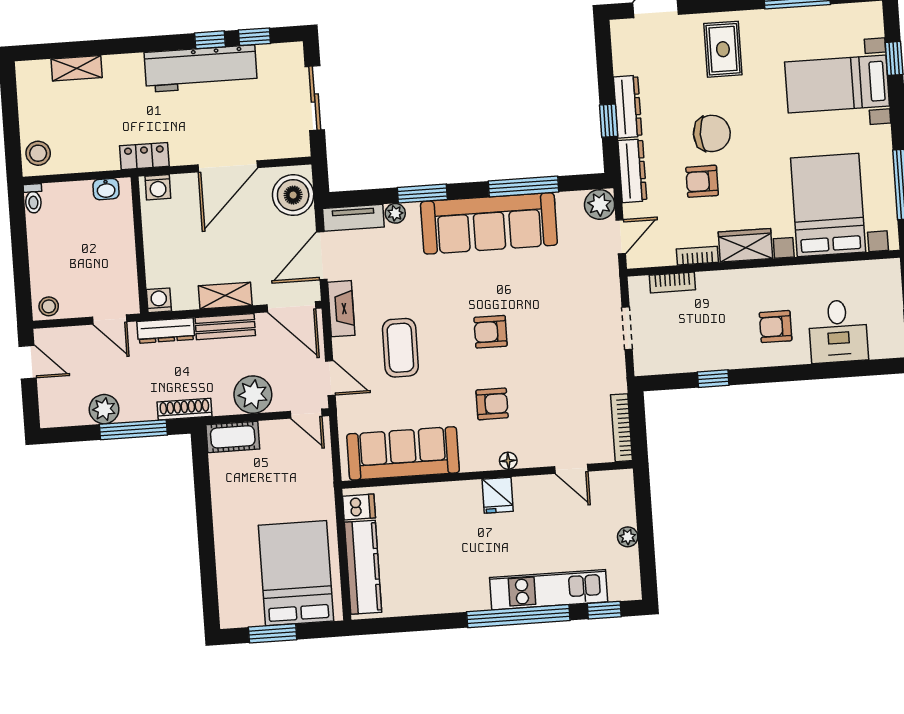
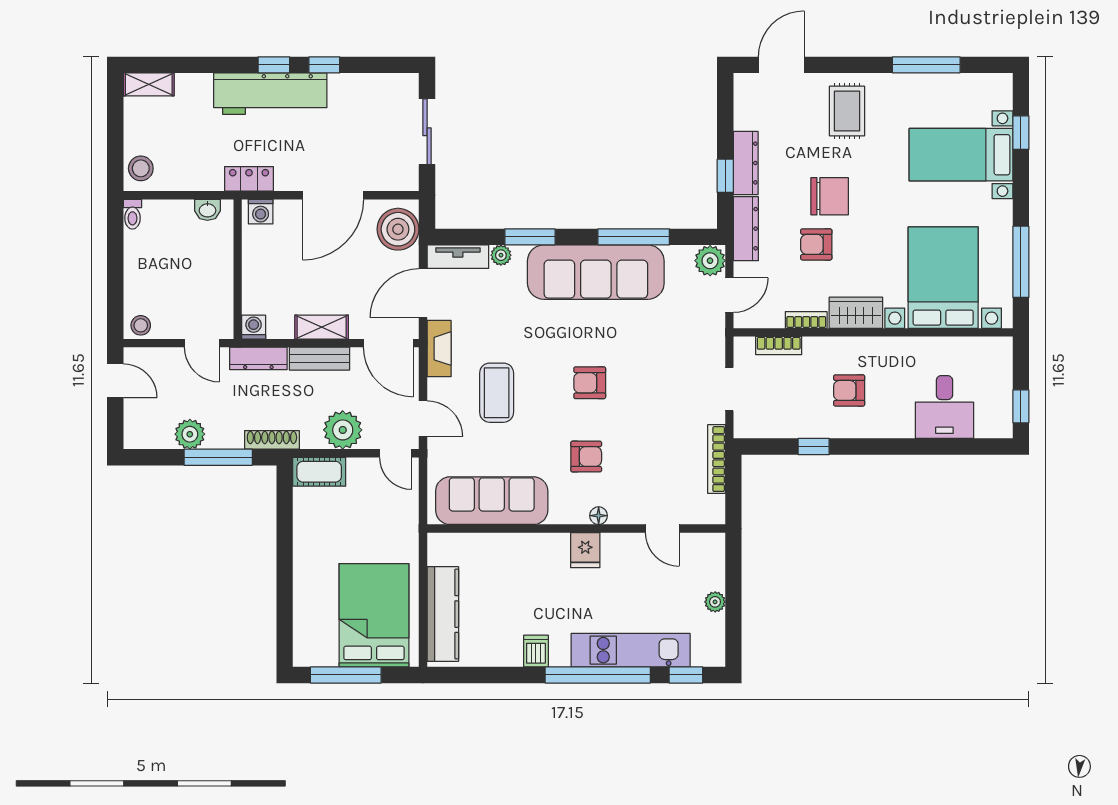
window: (254, 37) -> (274, 65), moved
shelving: (77, 68) -> (149, 84), moved
workbench: (201, 69) -> (270, 94), moved
armchair: (776, 327) -> (849, 390), moved
bookcase: (621, 428) -> (716, 459), moved
dishwasher: (359, 507) -> (536, 651), moved, turned -90
window: (273, 633) -> (346, 675), width x1.44

